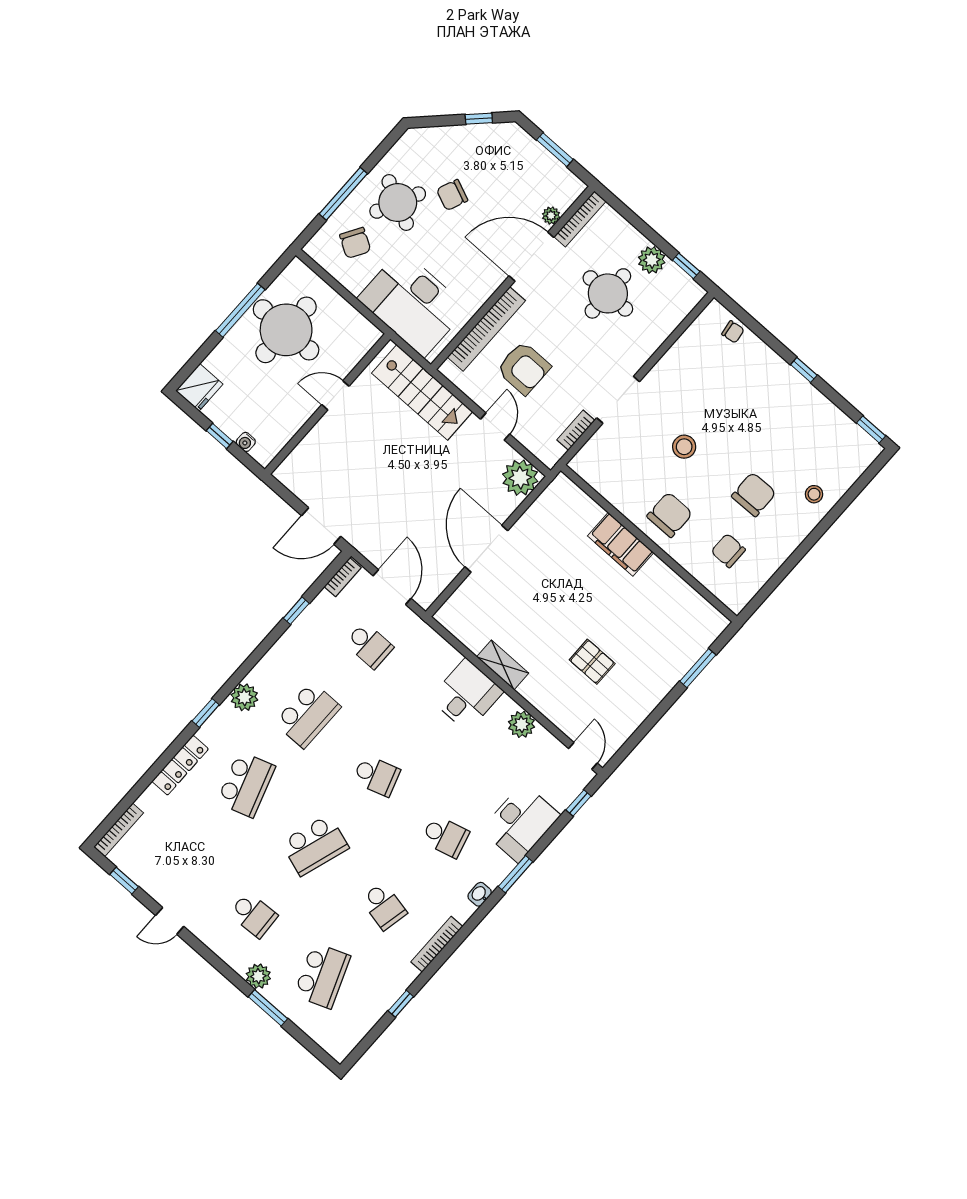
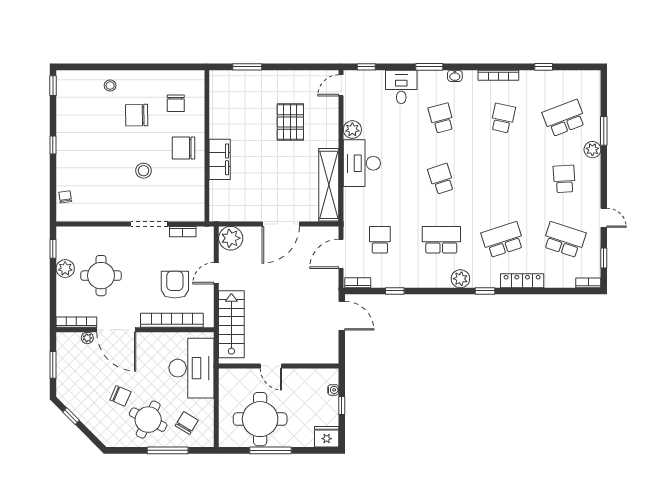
pallet: (592, 662) -> (290, 122), width x1.50, depth x1.42
shelving: (503, 665) -> (329, 185), width x2.20, depth x1.33
desk: (467, 695) -> (362, 163), width x1.37
desk: (521, 823) -> (401, 87), width x0.73
bookcase: (119, 830) -> (588, 283), width x0.64
school desk: (315, 845) -> (564, 240), moved

